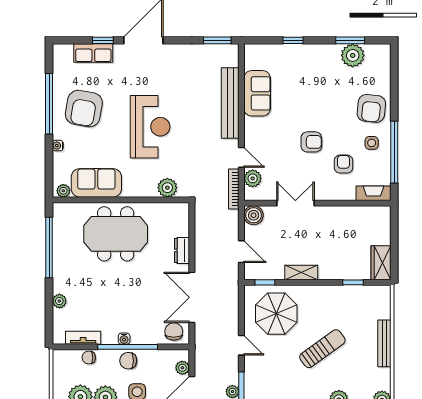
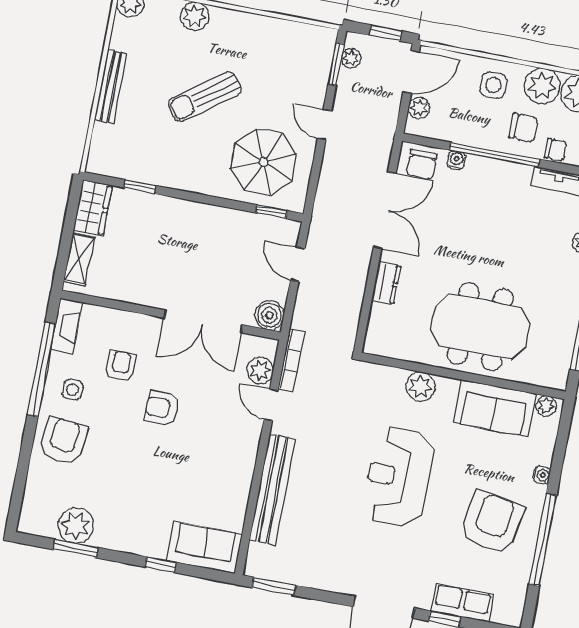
sofa: (257, 93) -> (205, 548), moved, turned 90
armchair: (344, 164) -> (121, 366), turned 180
plant: (167, 188) -> (420, 387), moved
fireplace: (373, 193) -> (66, 326), moved, turned -90
double door: (295, 203) -> (203, 321), width x1.37
shelving: (301, 273) -> (79, 259), moved, turned 90
water cooler: (124, 339) -> (456, 160), moved
chair: (128, 361) -> (524, 128), moved

